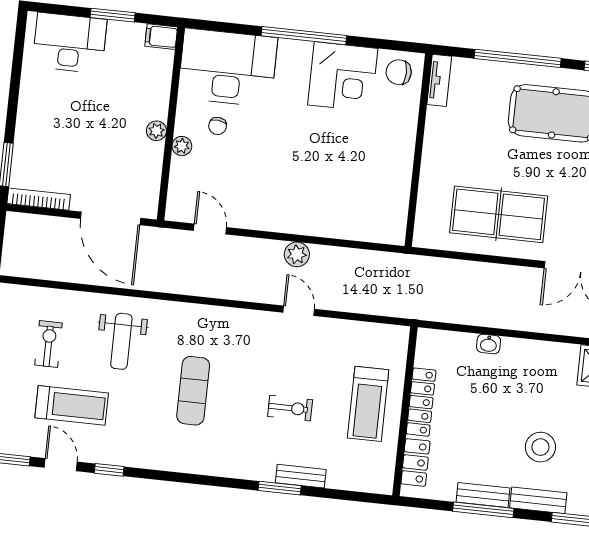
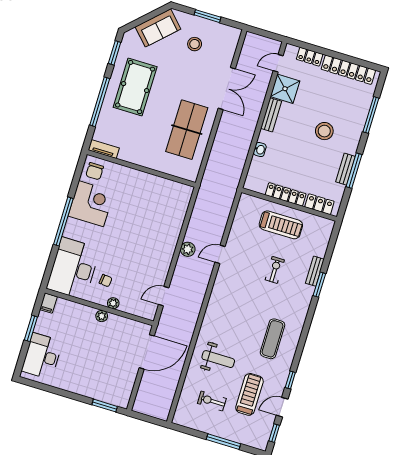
bookcase: (39, 199) -> (128, 391), removed
exercise mat: (193, 391) -> (272, 339), moved, turned 90
bench: (538, 500) -> (271, 115), moved

